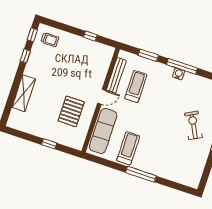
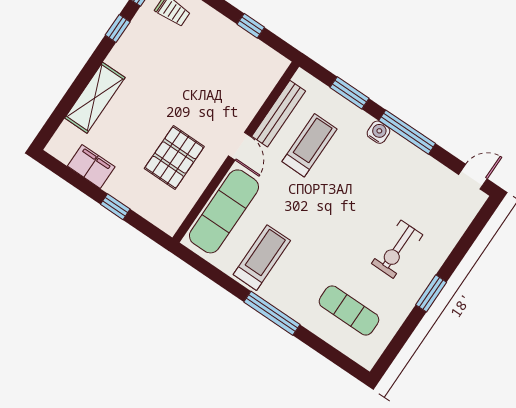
water cooler: (179, 74) -> (378, 132), moved
door: (102, 97) -> (240, 146), hinge flipped
exercise bike: (193, 125) -> (397, 249), turned -152
filing cabinet: (32, 127) -> (91, 166), added
exercise mat: (178, 162) -> (349, 310), added

